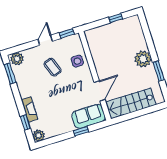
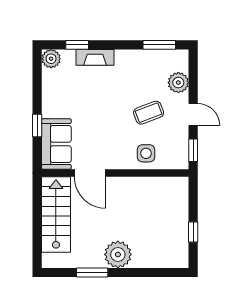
plant: (17, 59) -> (178, 83), moved

